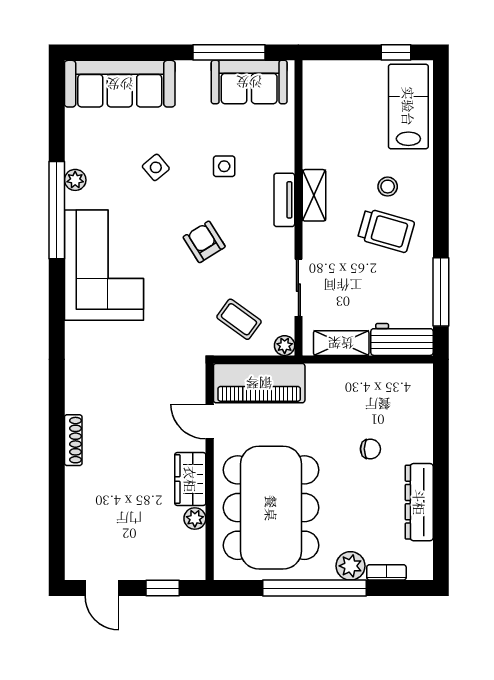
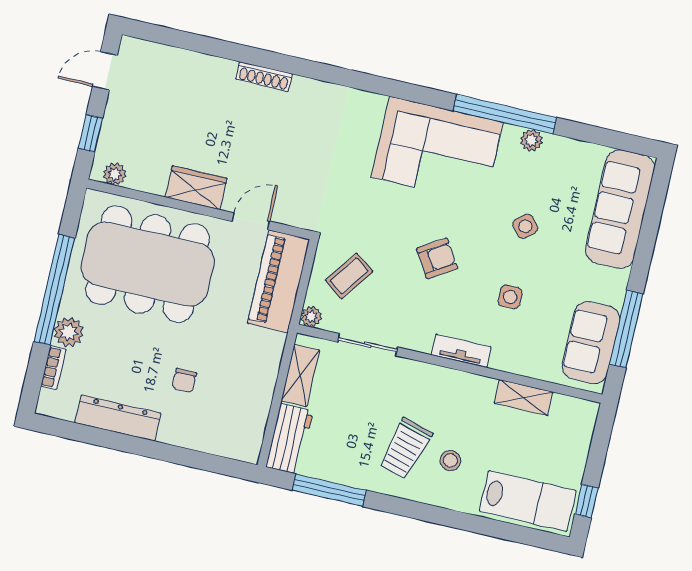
shelving: (314, 195) -> (524, 398), moved
plant: (195, 519) -> (115, 174), moved

